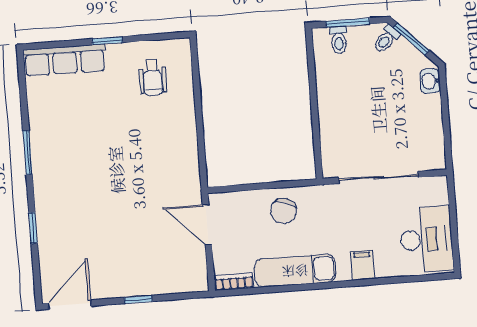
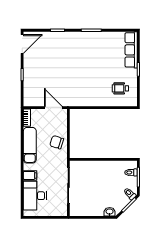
door: (207, 224) -> (53, 108), hinge flipped
desk: (426, 239) -> (35, 196), moved, turned 90
door: (70, 305) -> (22, 44), hinge flipped

